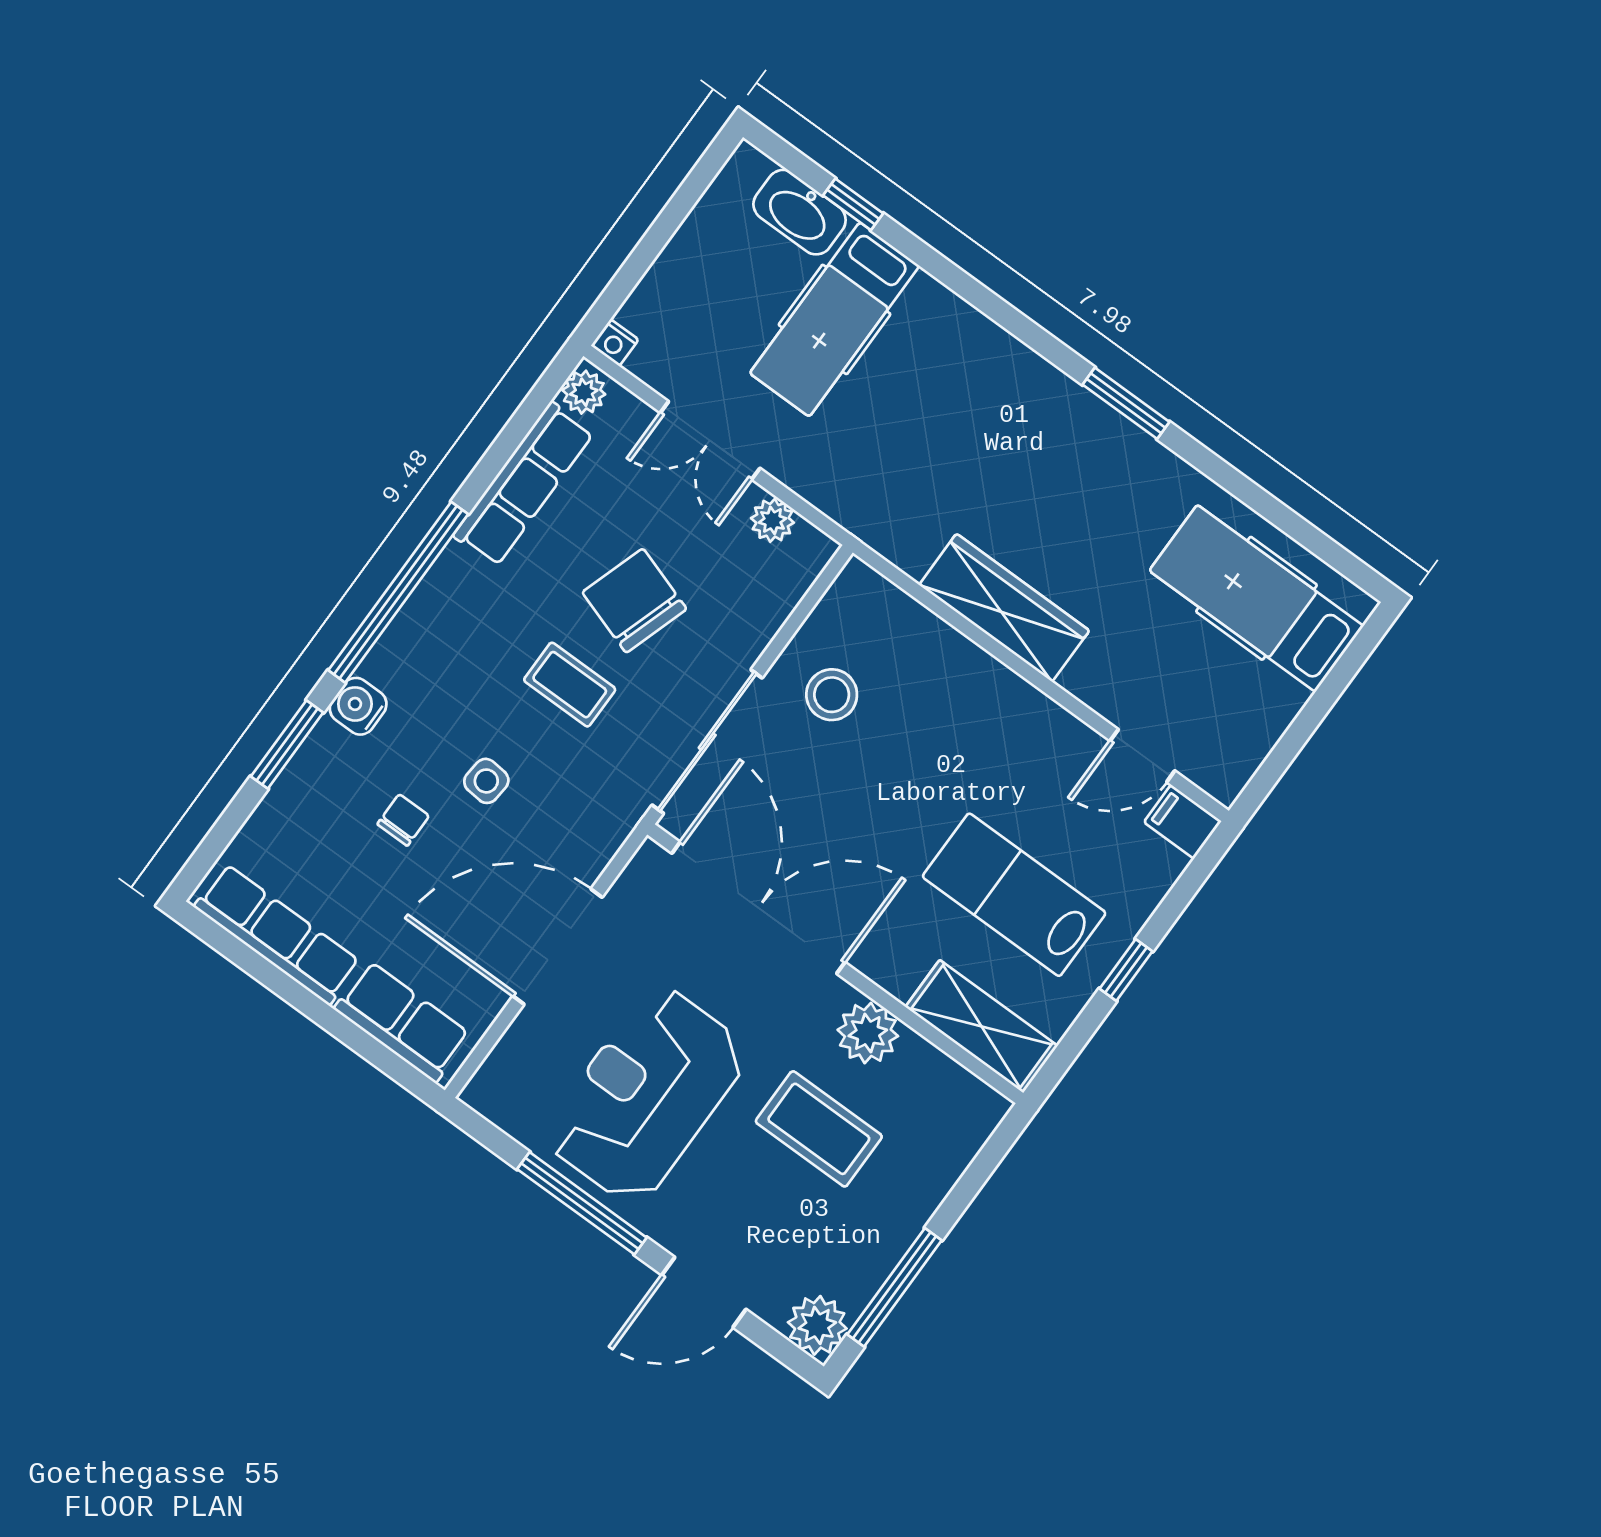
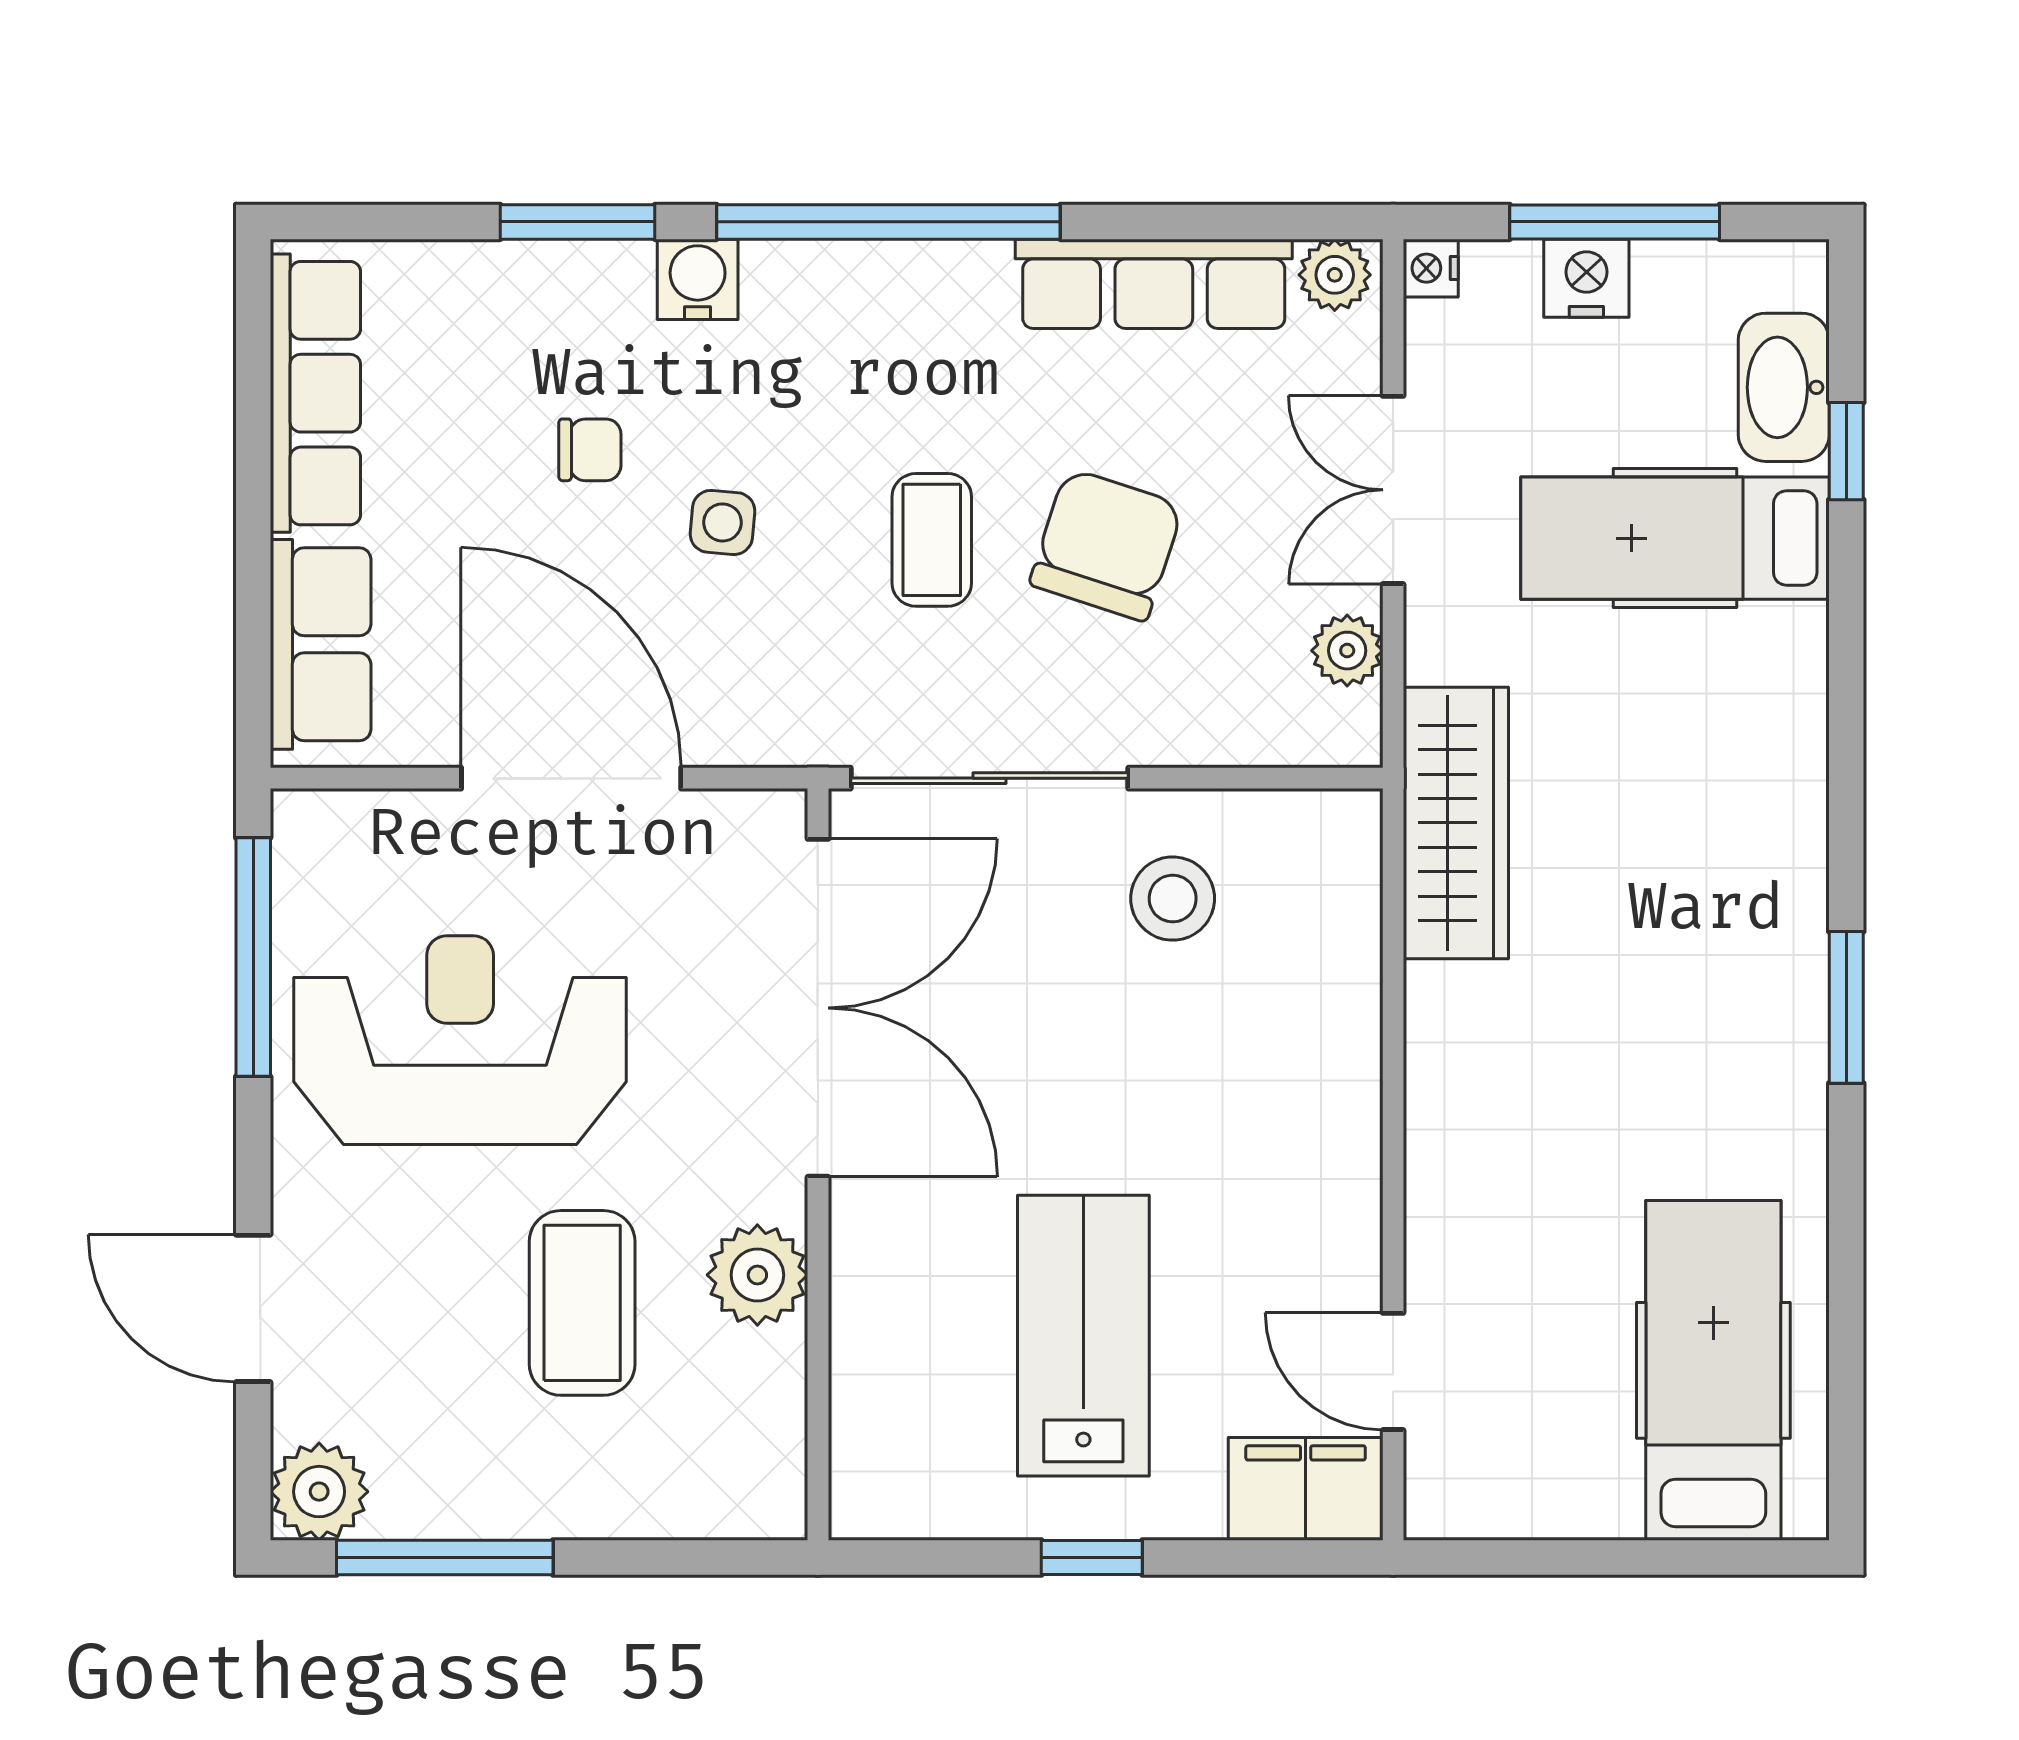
window: (658, 236) -> (1615, 222), added
nightstand: (675, 270) -> (1586, 278), added
wardrobe: (1004, 608) -> (1456, 823), moved
filing cabinet: (1183, 822) -> (1306, 1489), width x2.00
shelving: (981, 1026) -> (876, 1420), removed
window: (582, 1203) -> (253, 957), moved

